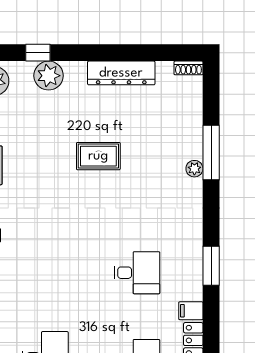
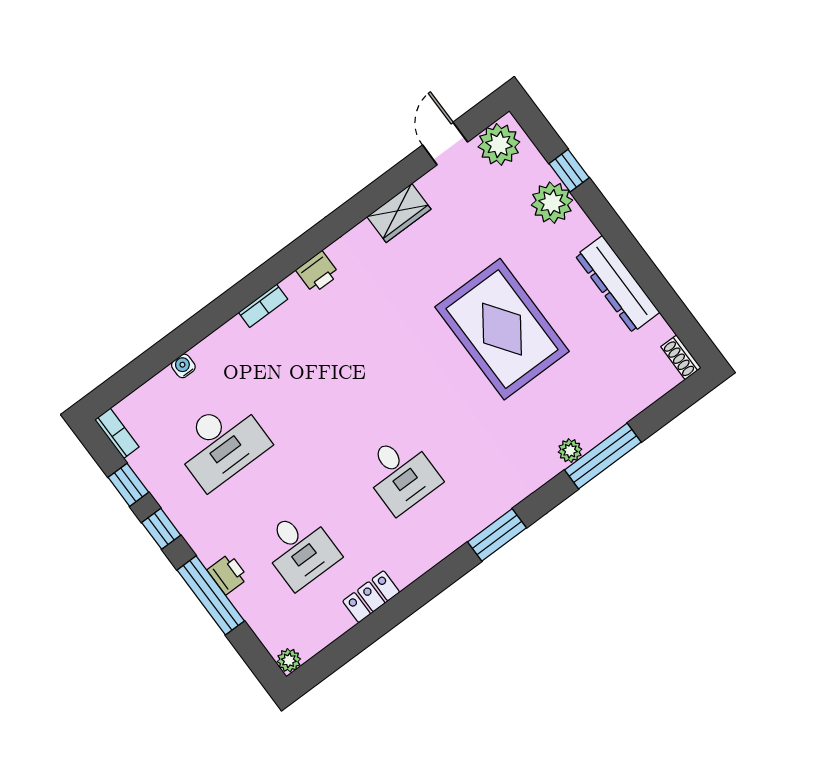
rug: (98, 156) -> (502, 329), width x1.86, depth x2.06
window: (211, 266) -> (497, 535), moved
filing cabinet: (191, 311) -> (403, 568), removed

